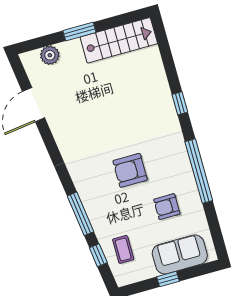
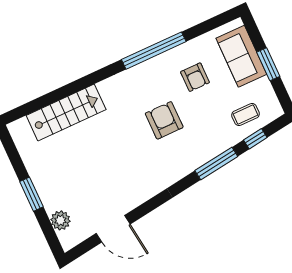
stairs: (119, 40) -> (66, 112), moved, turned 90
window: (180, 103) -> (88, 81), removed
armchair: (130, 170) -> (164, 120), turned 180
window: (168, 279) -> (268, 64), width x1.50

